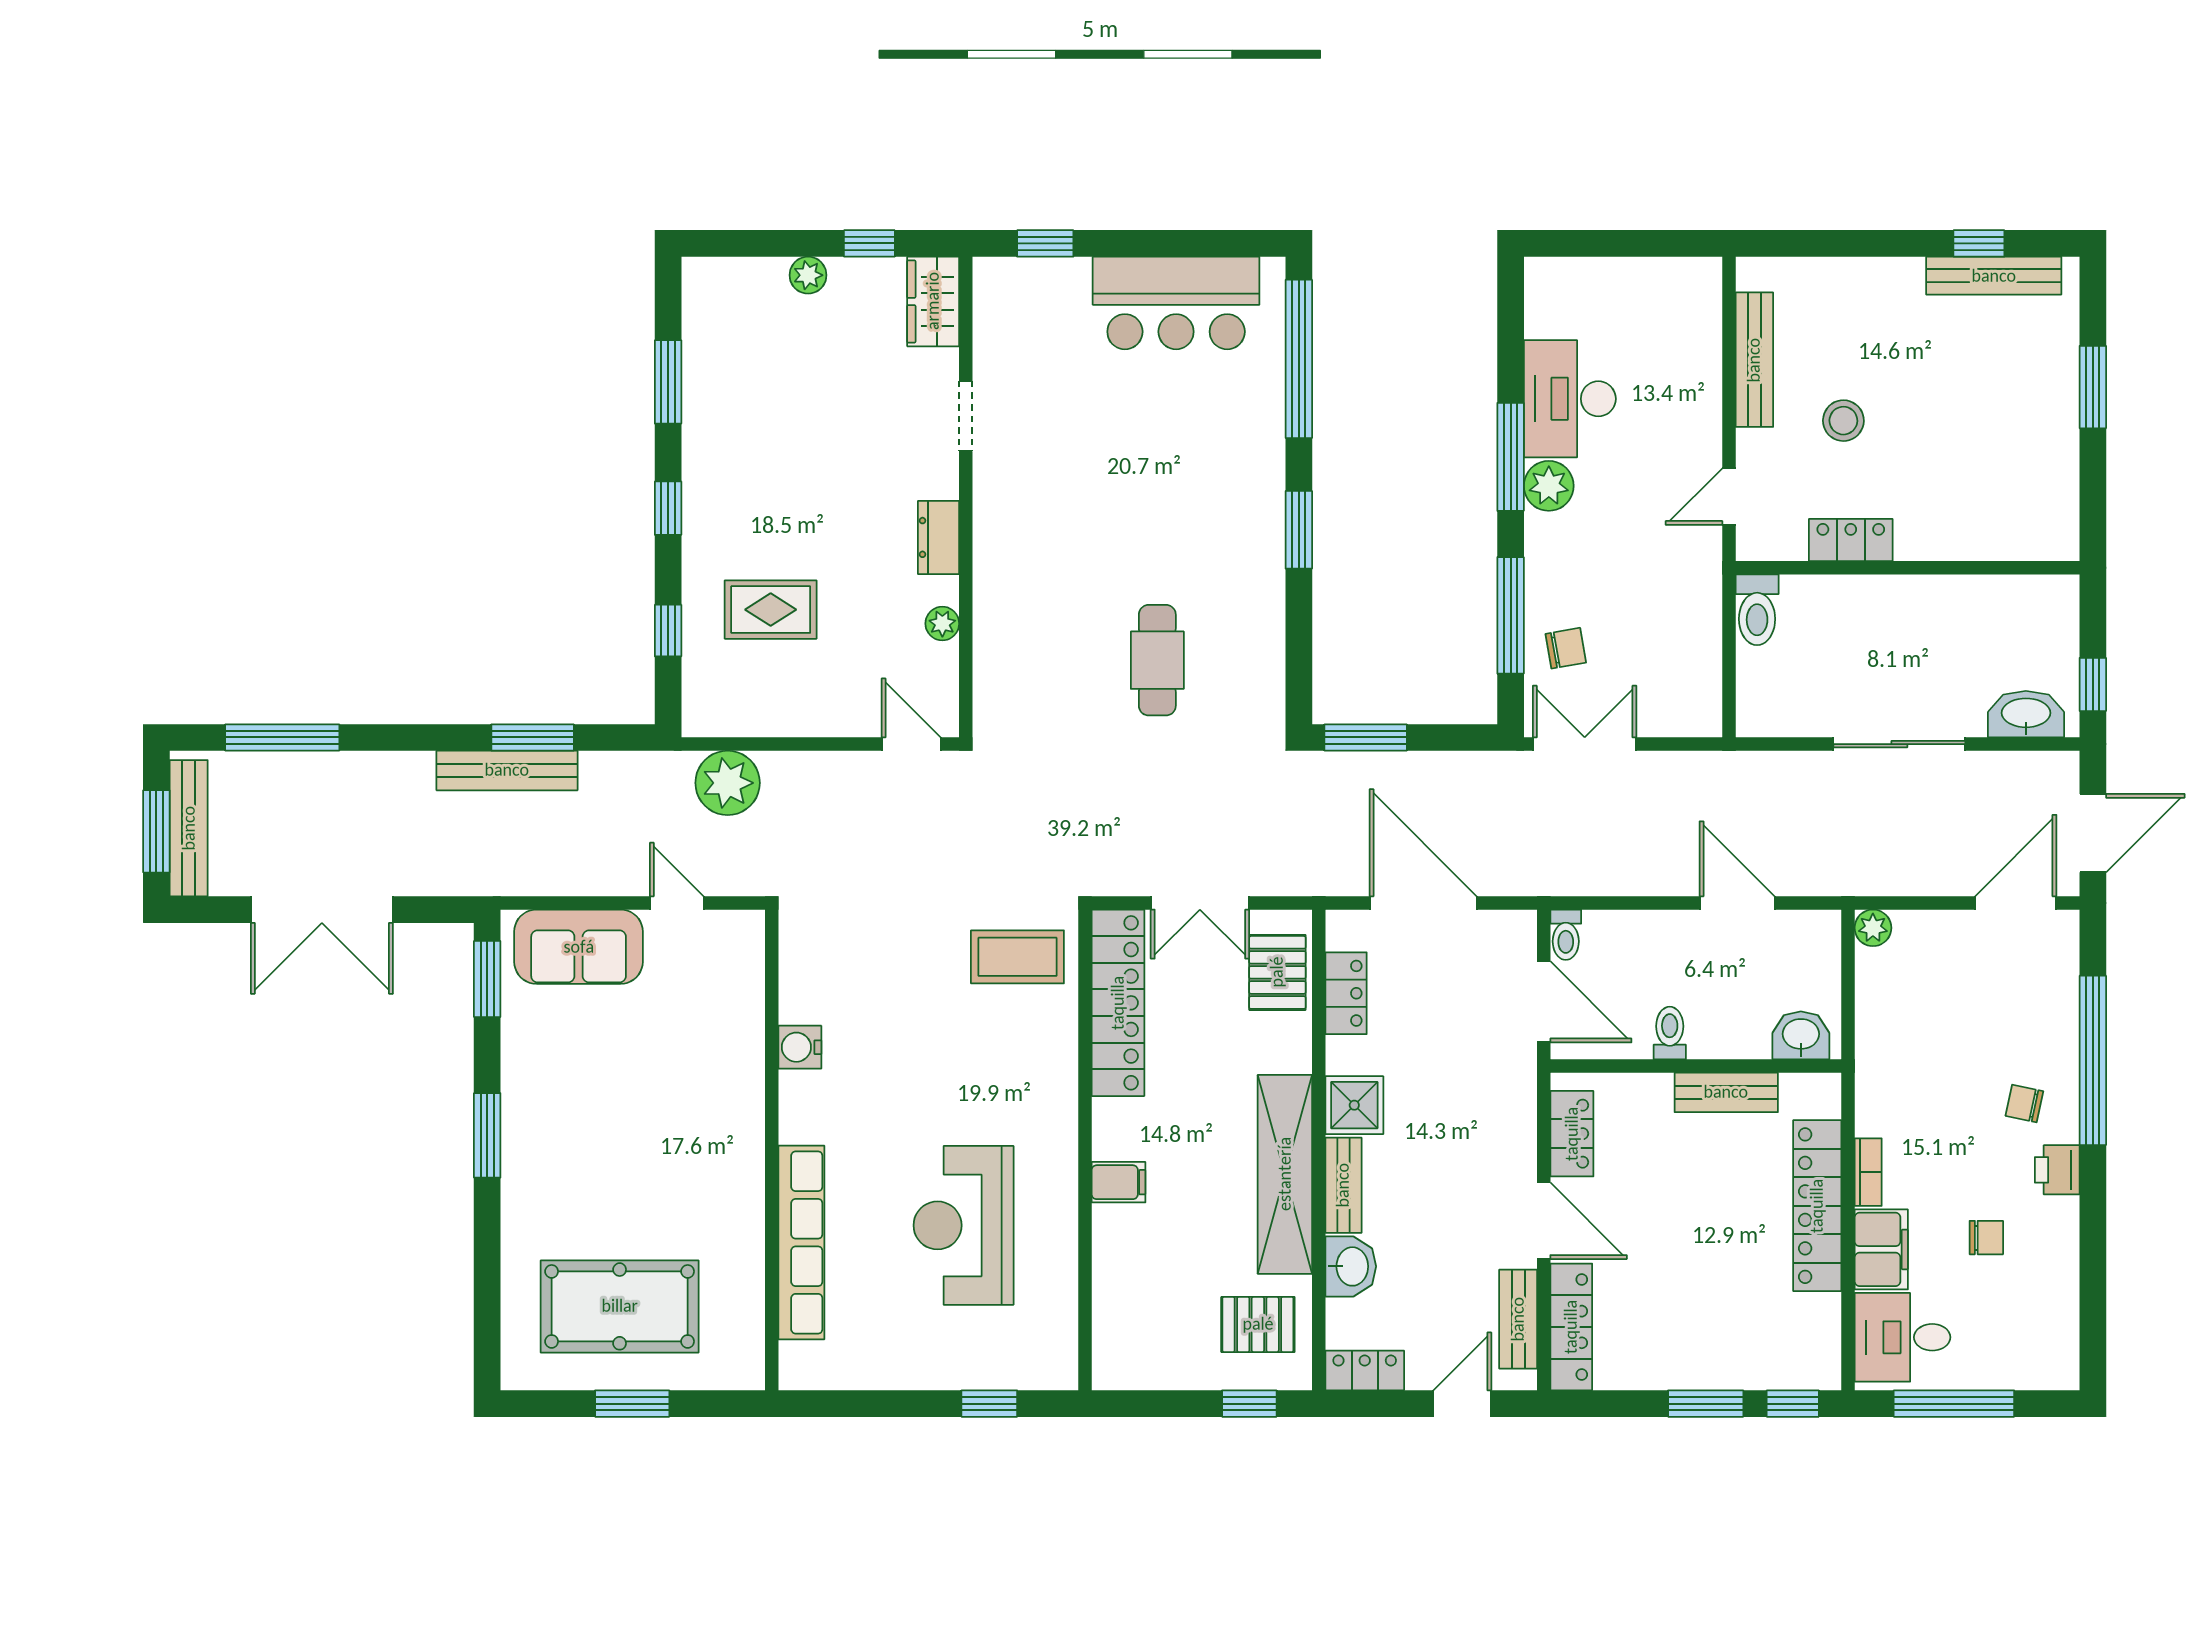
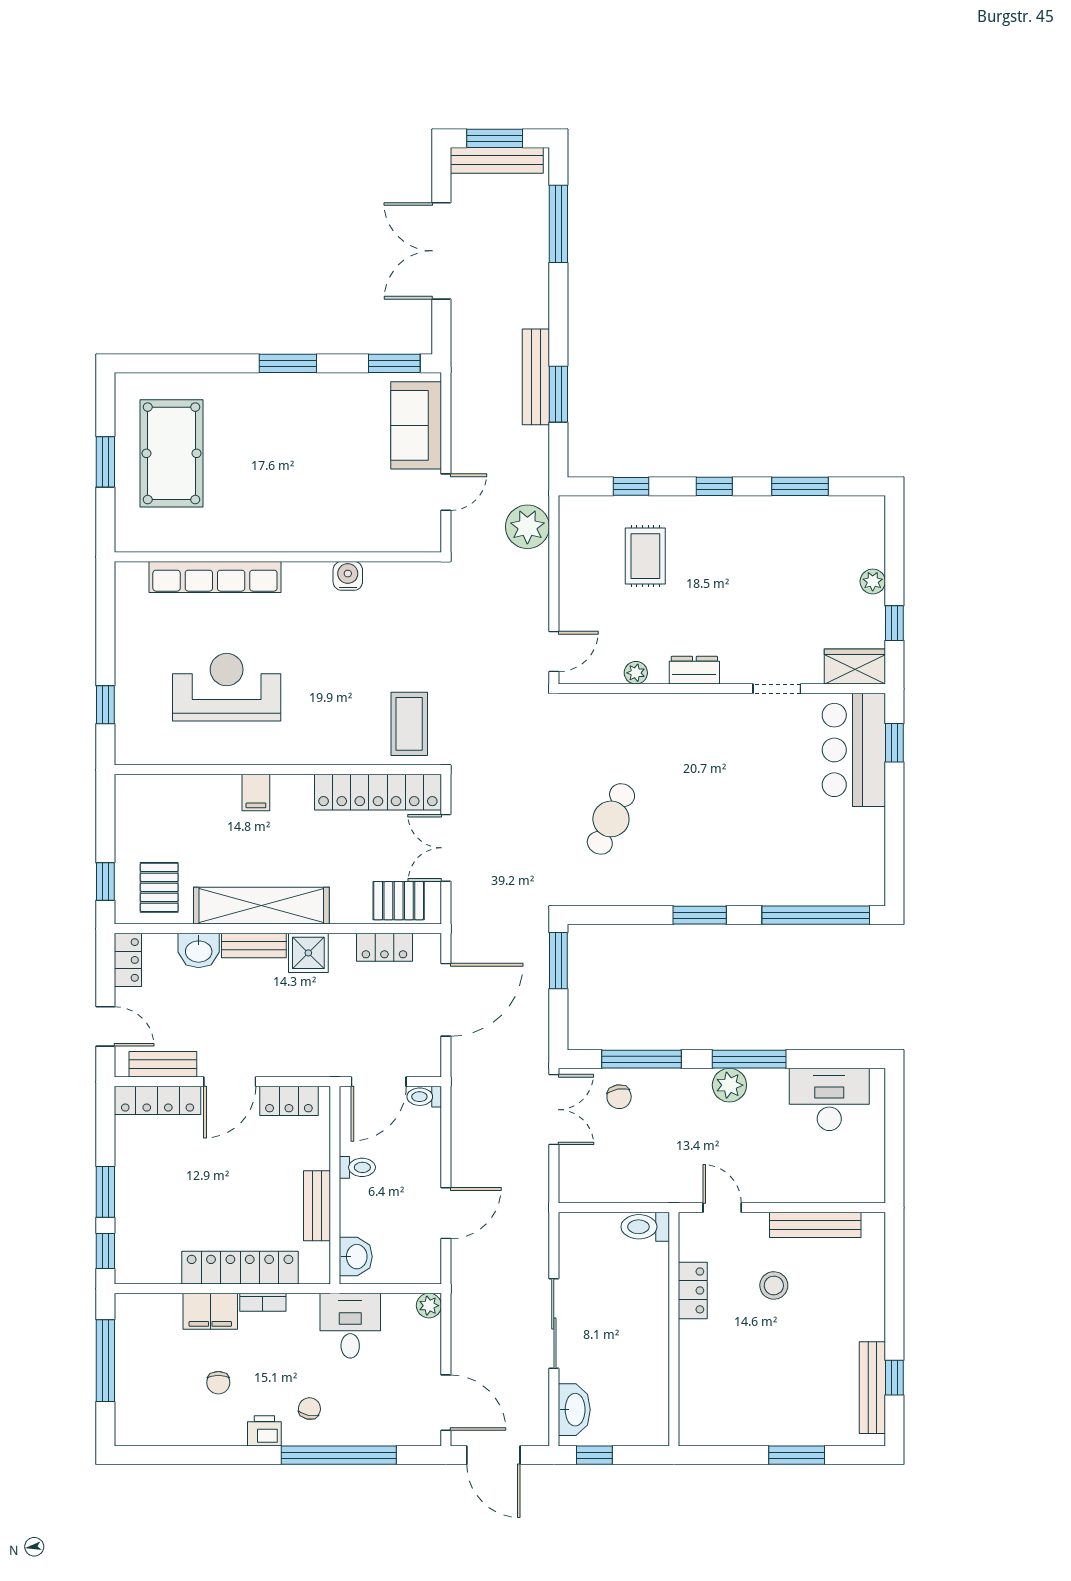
bar counter: (1176, 303) -> (854, 750), moved
desk: (1570, 399) -> (829, 1099), moved
cafe table: (1157, 660) -> (611, 819), turned -65
desk: (1902, 1337) -> (350, 1326), moved

